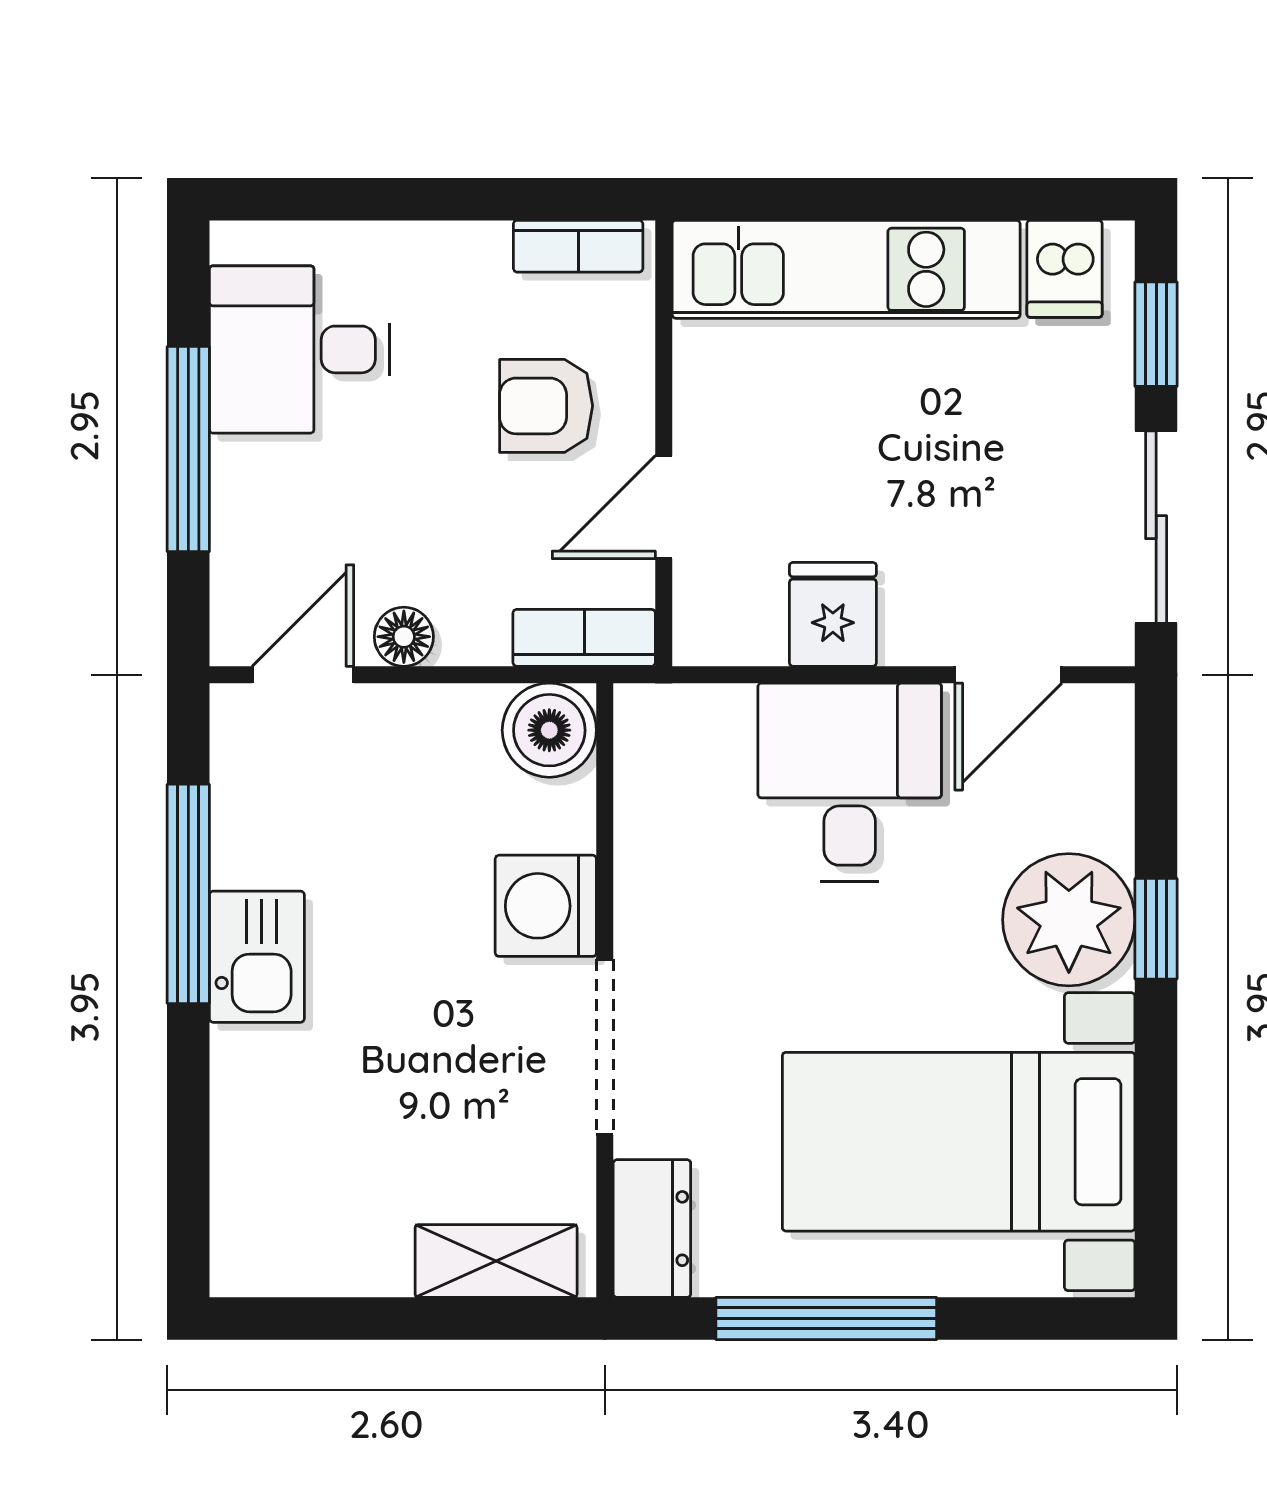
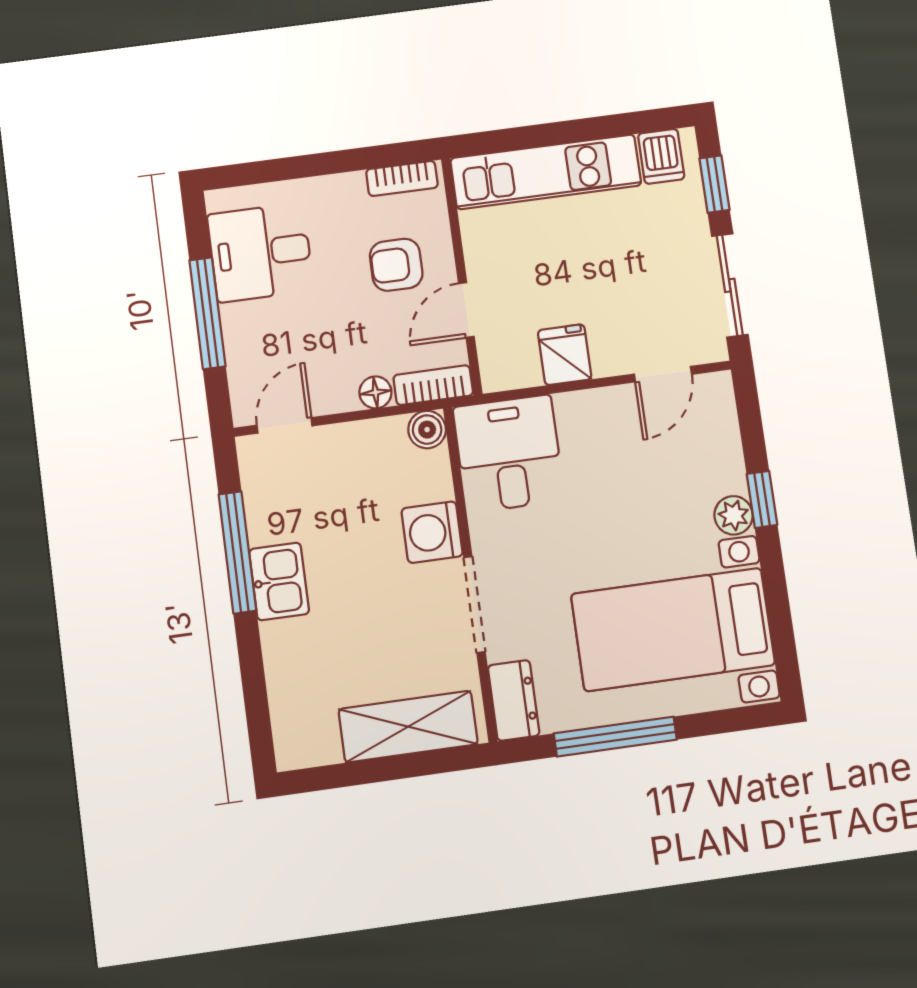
floor lamp: (404, 637) -> (375, 392), moved
boiler: (549, 730) -> (427, 430), width x0.73, depth x0.73
desk: (850, 782) -> (509, 454), moved
plant: (1069, 920) -> (734, 515), width x0.53, depth x0.53
shelving: (496, 1261) -> (408, 727), width x1.50, depth x1.33

